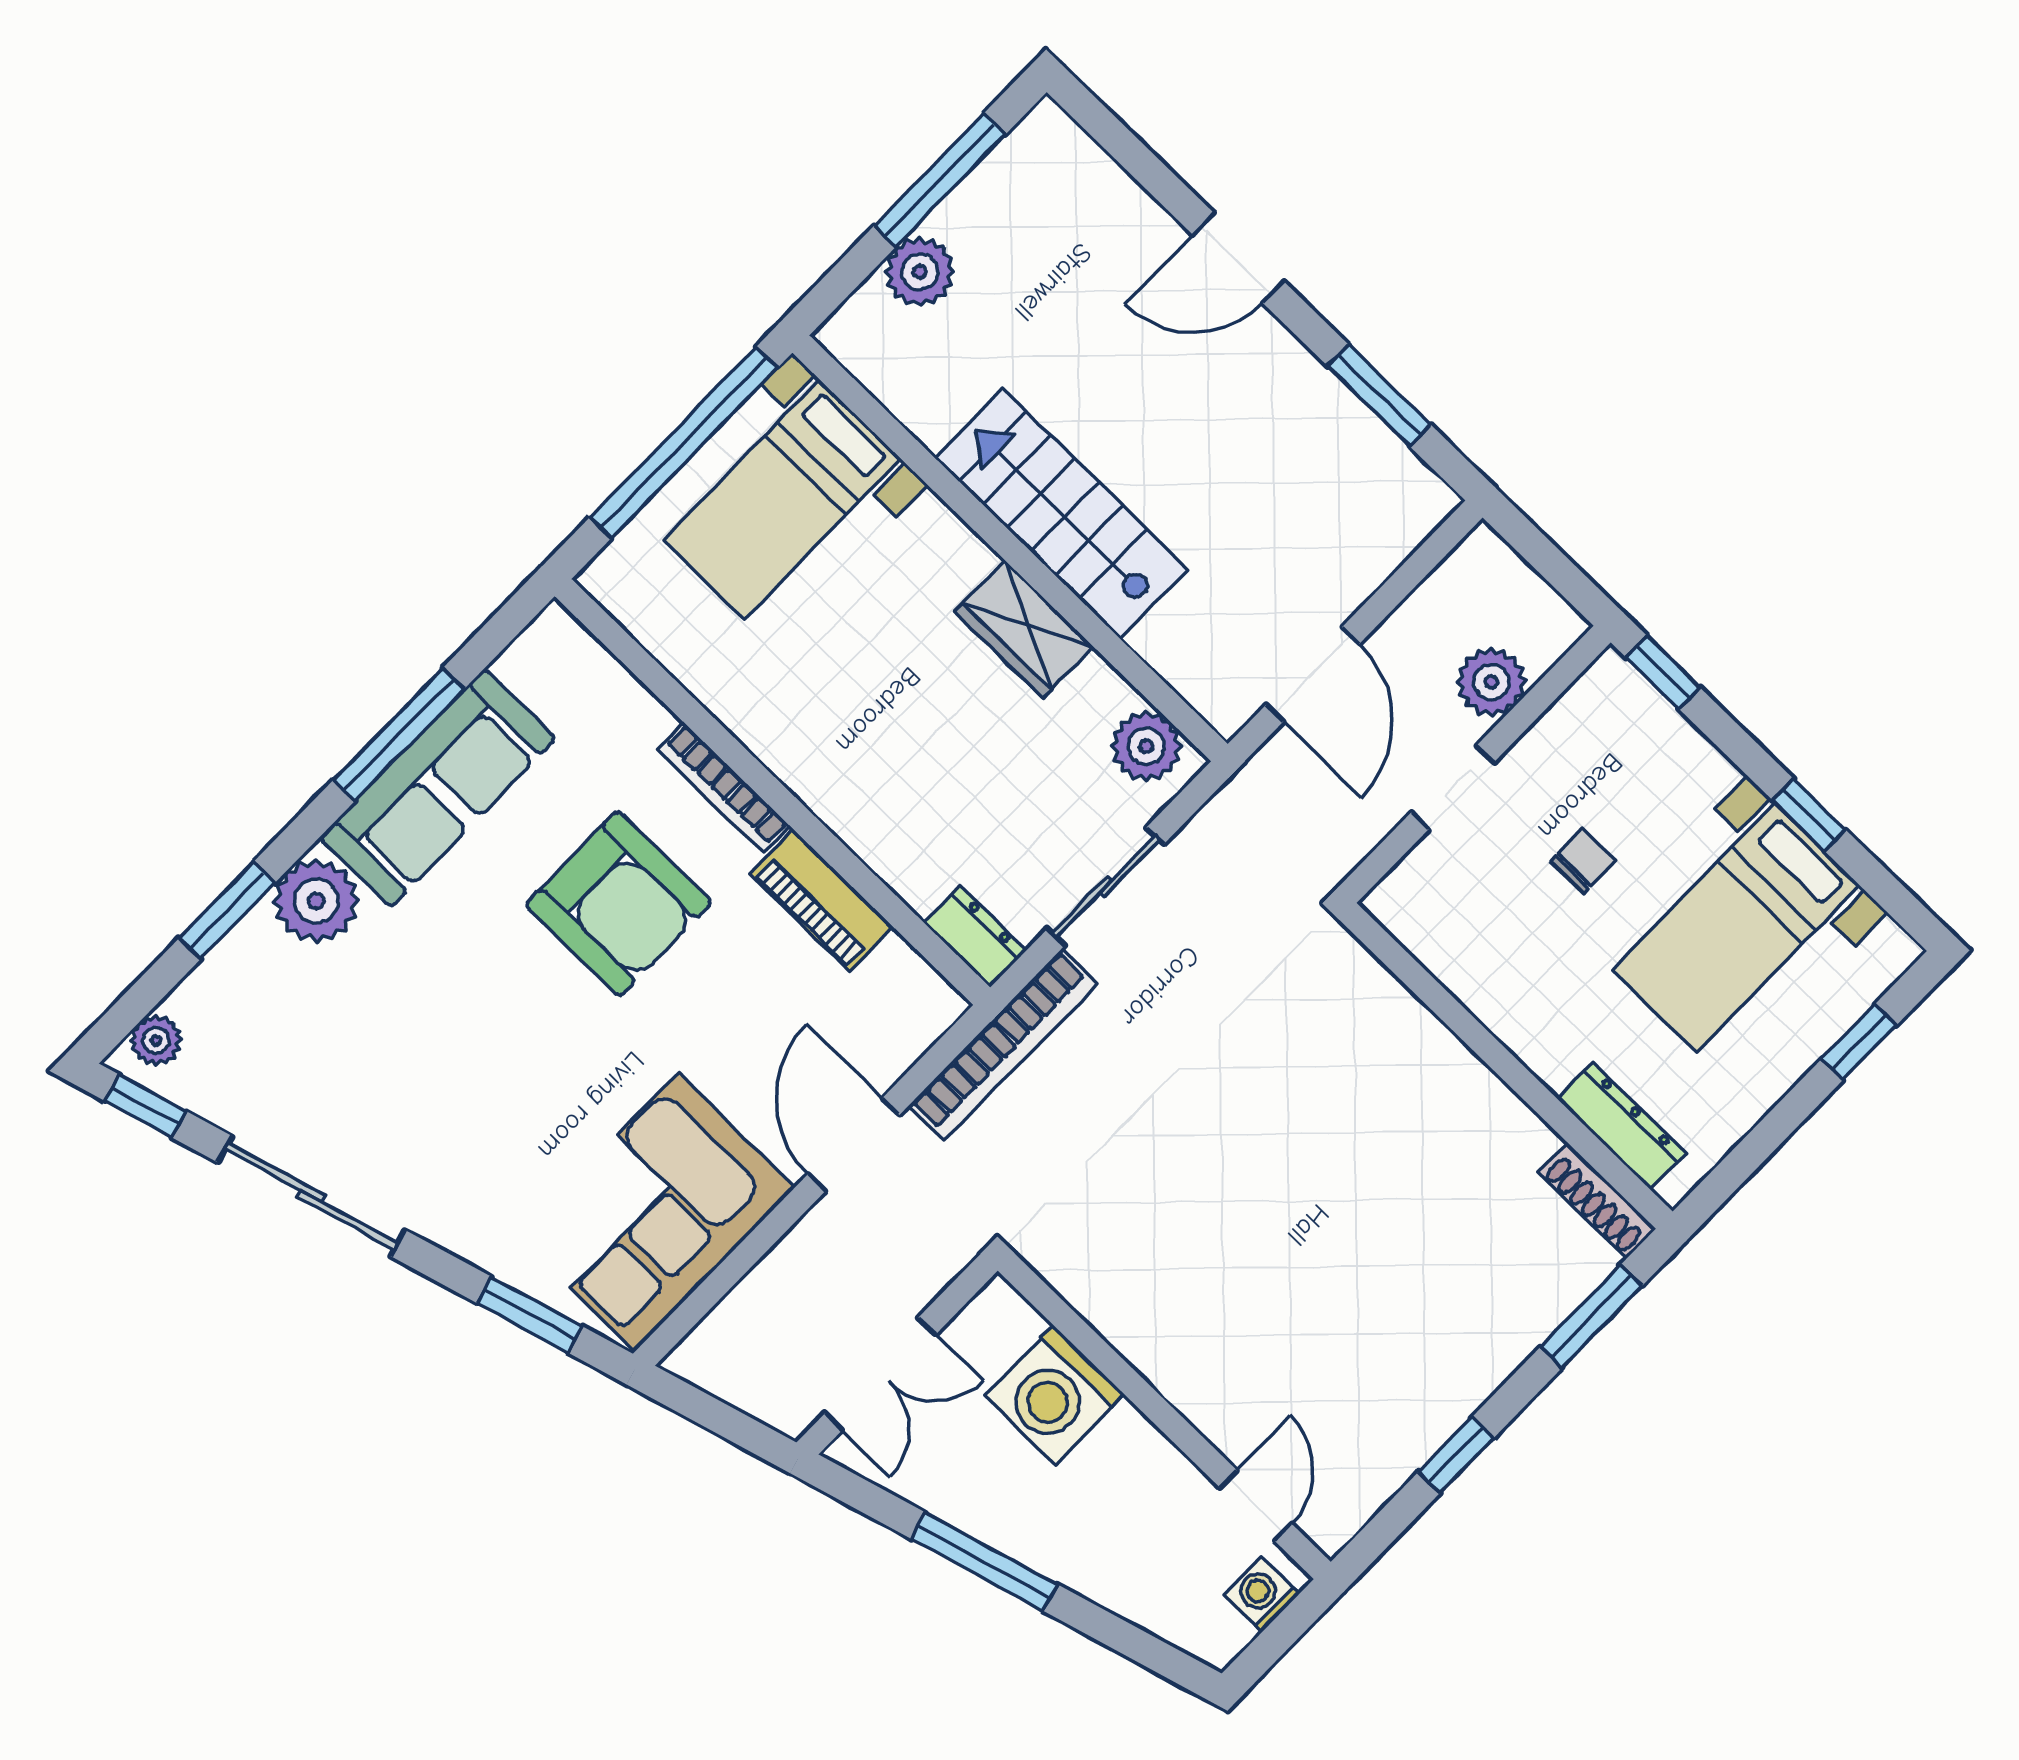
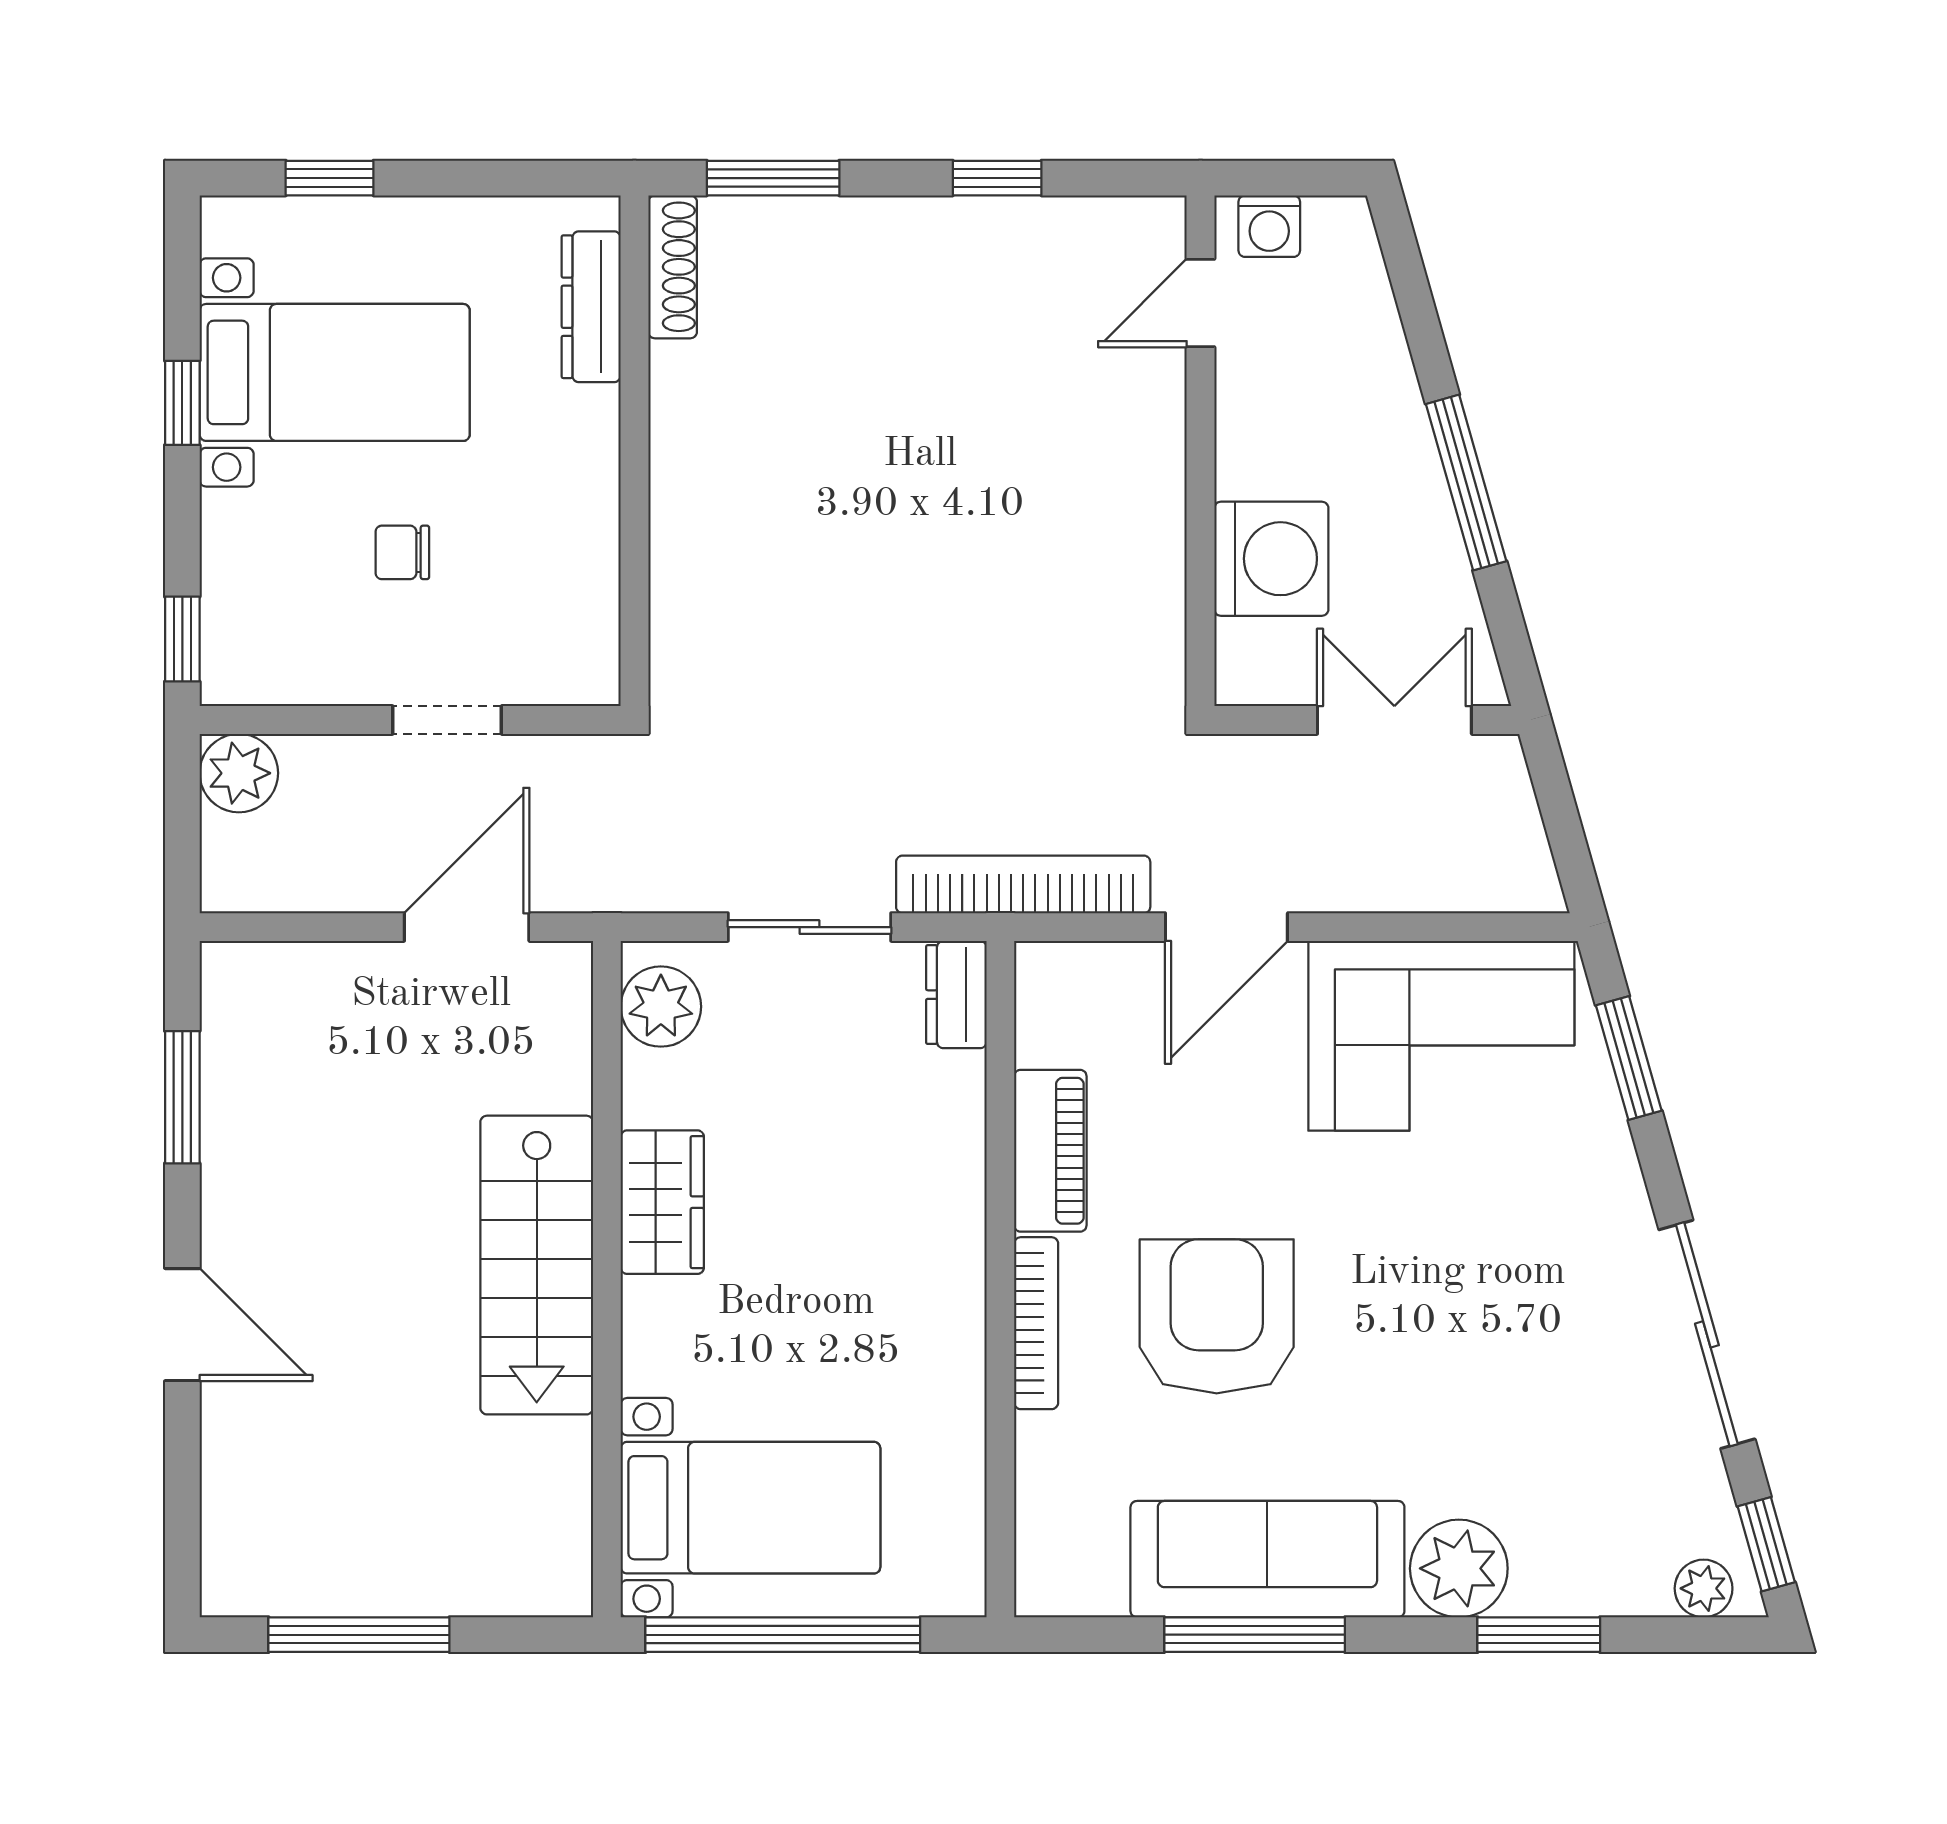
plant: (920, 272) -> (451, 1577), removed
plant: (1491, 682) -> (239, 773), moved

